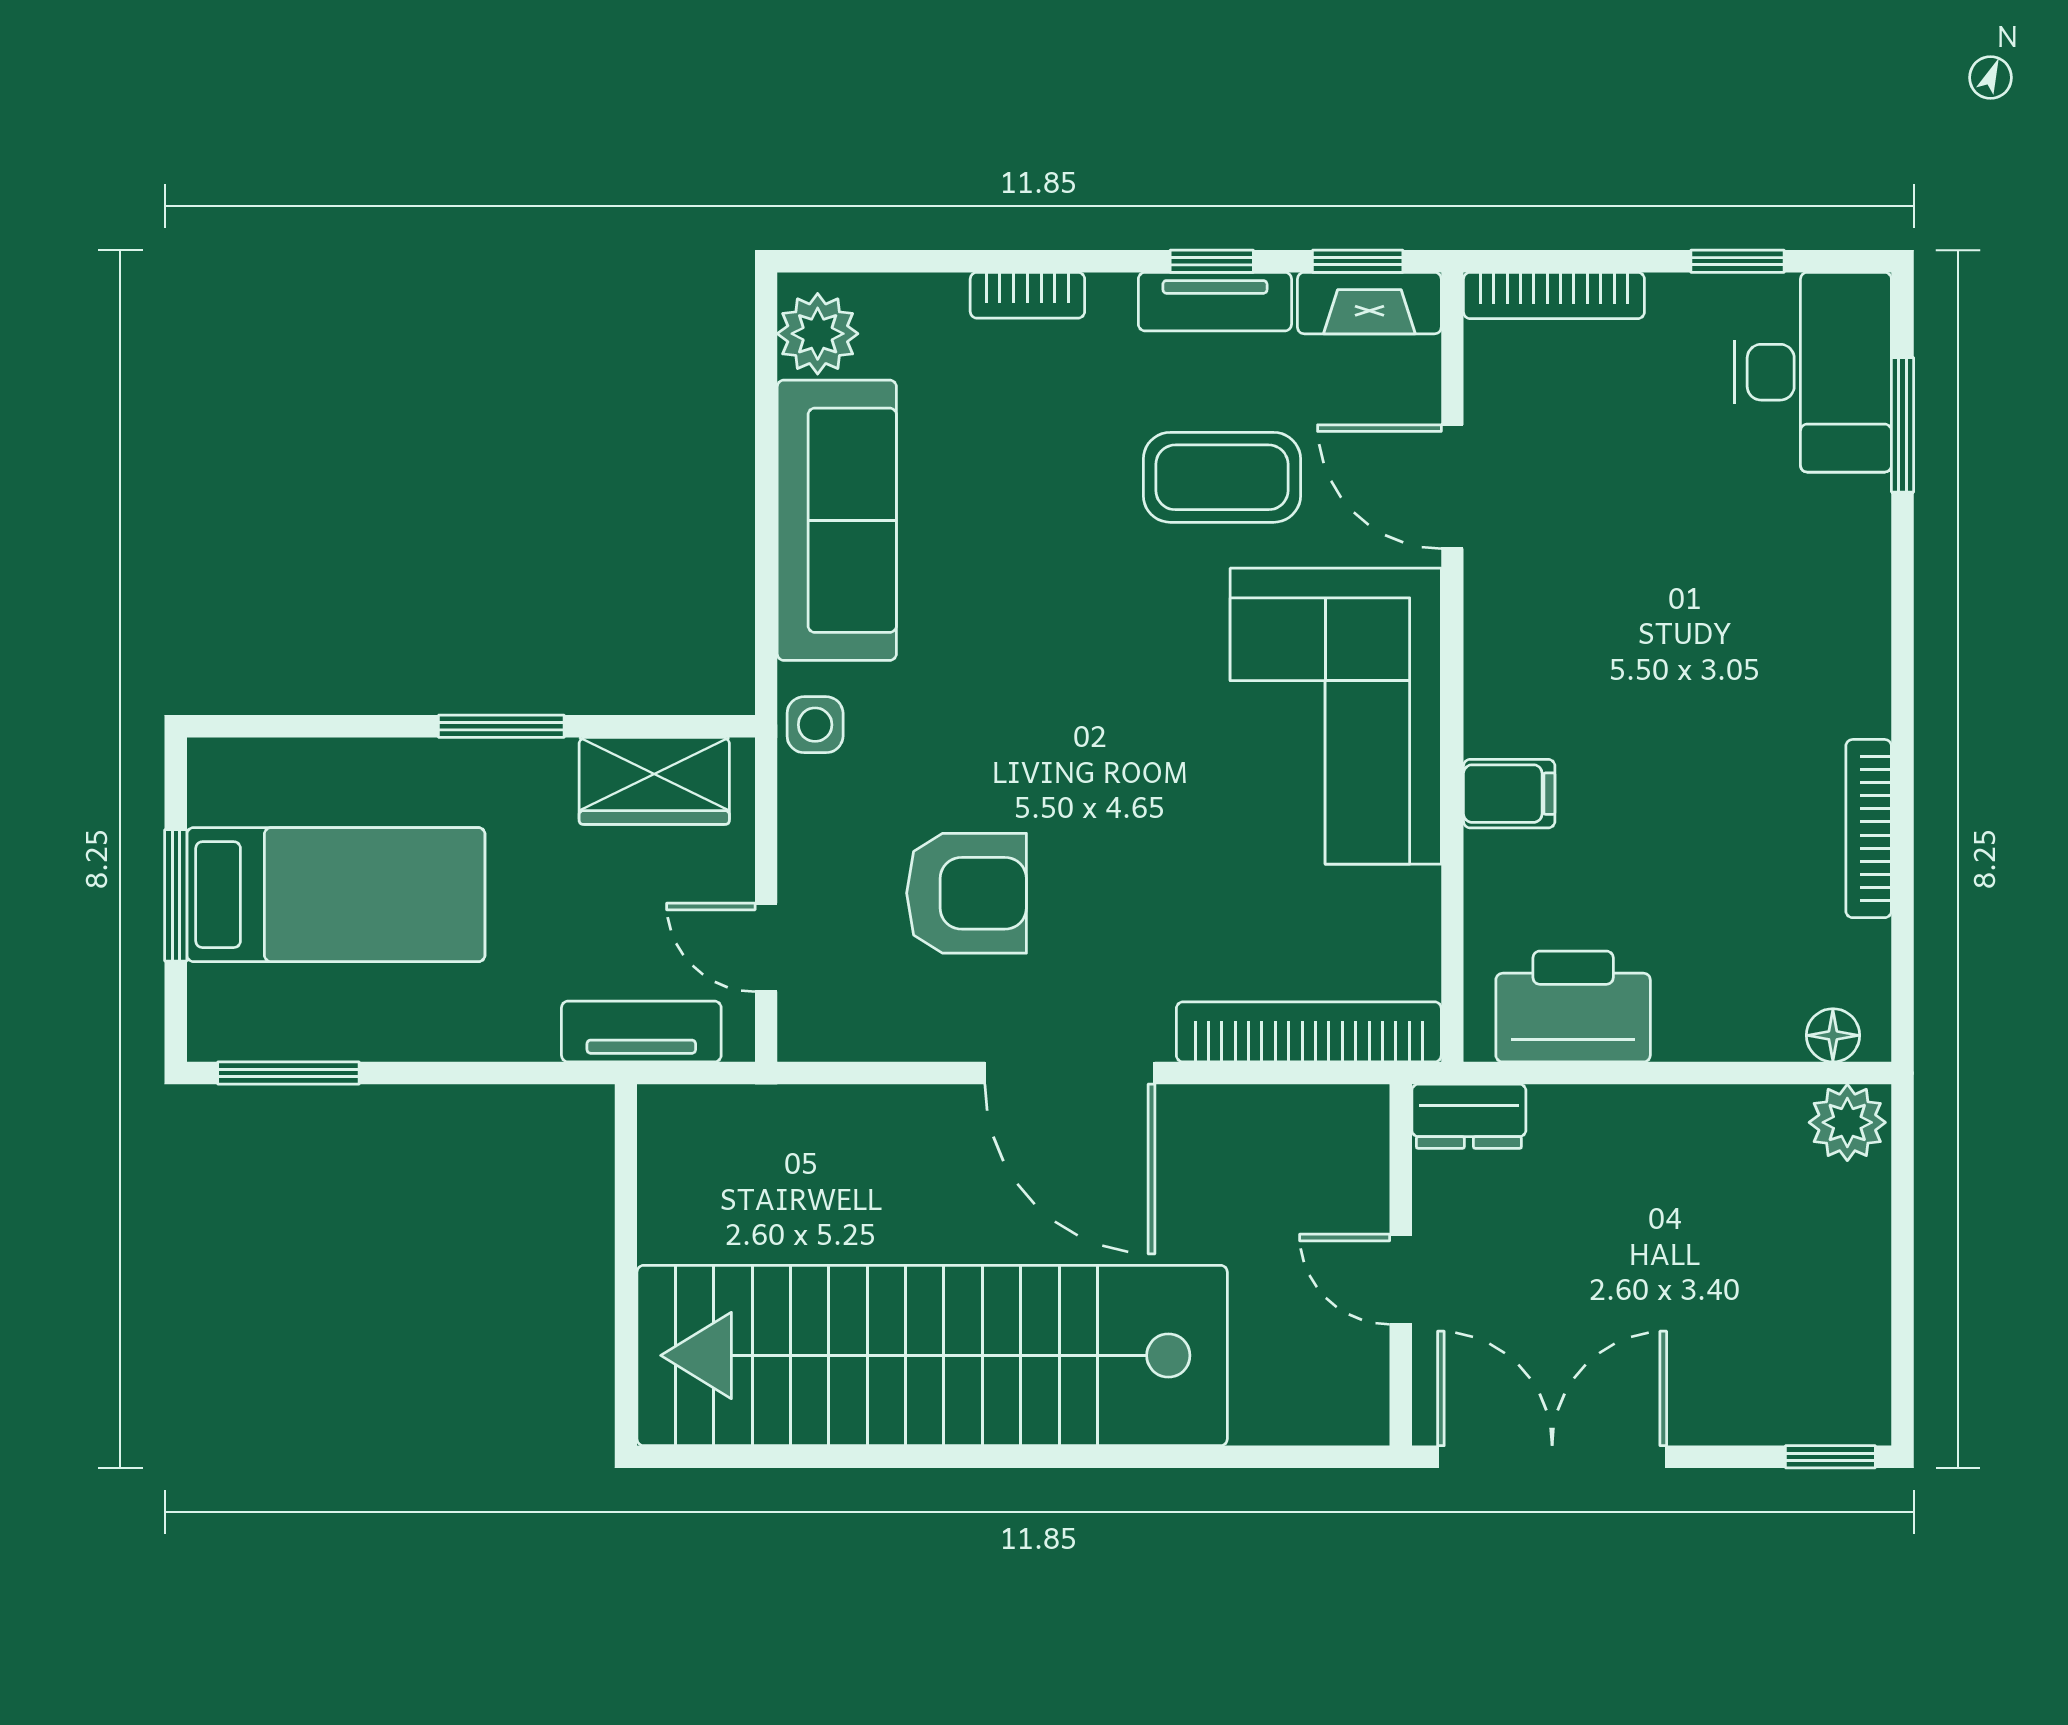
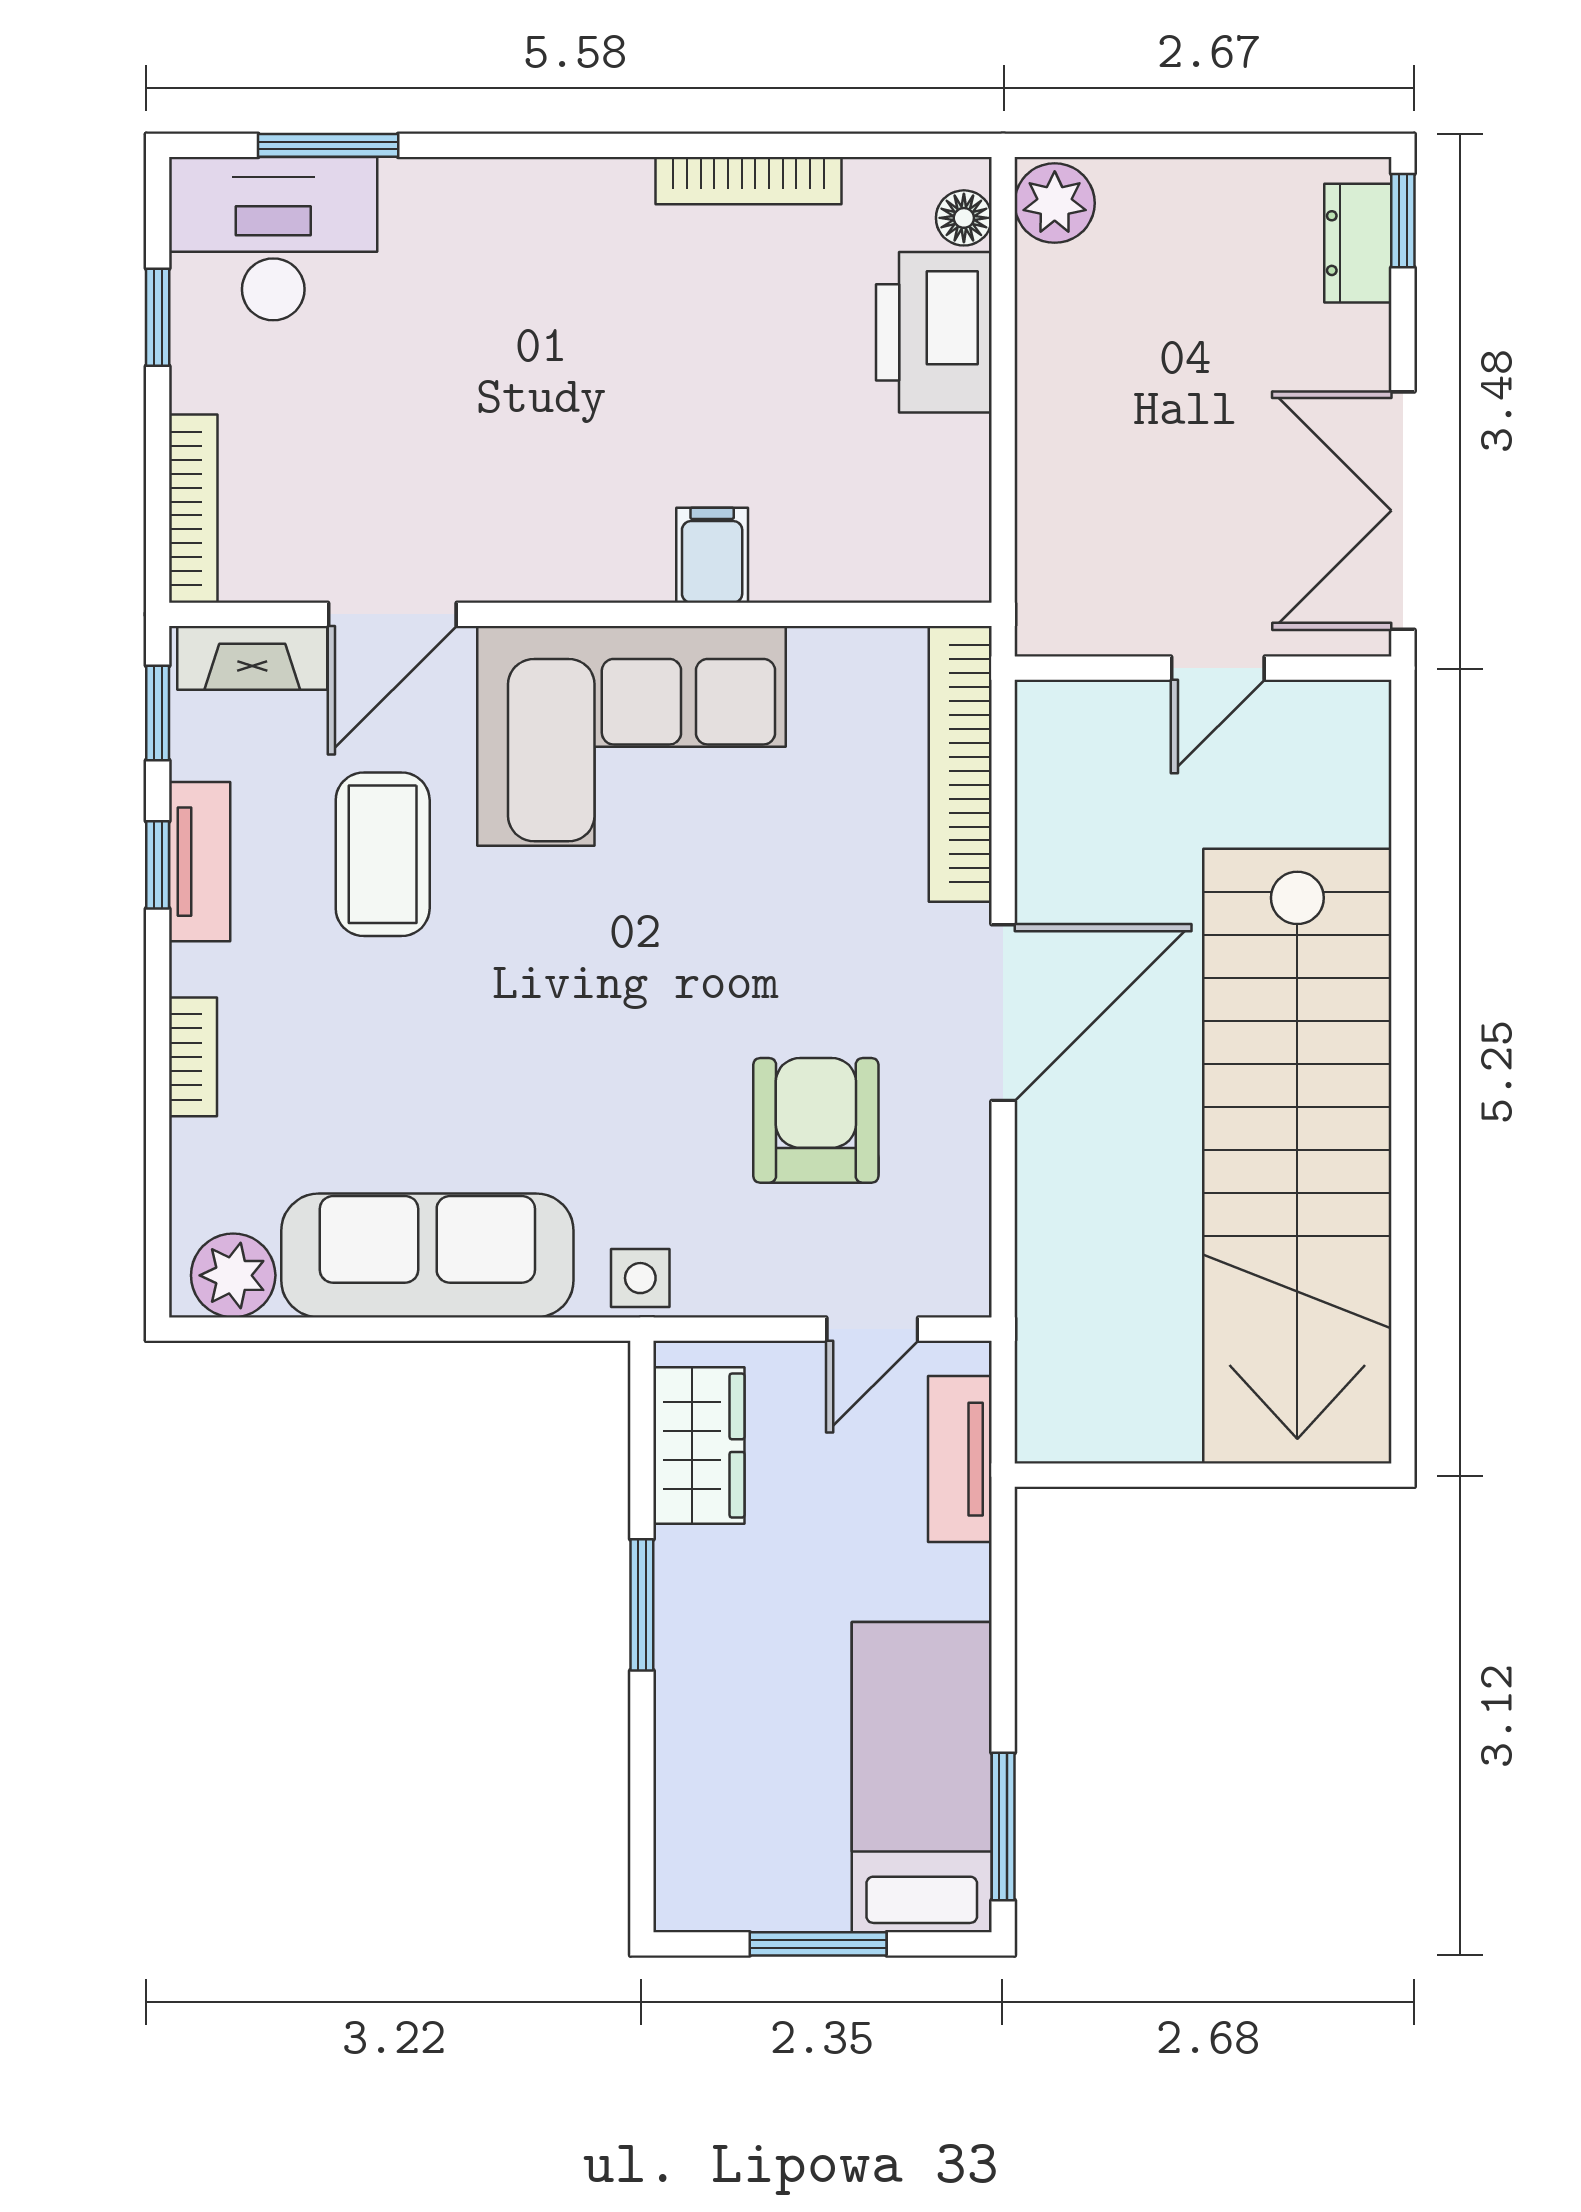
fireplace: (1369, 303) -> (252, 658), moved, turned 90
bed: (336, 895) -> (922, 1777), moved
printer: (1573, 1006) -> (934, 332), moved
dresser: (1469, 1116) -> (1358, 243), moved, turned 180

